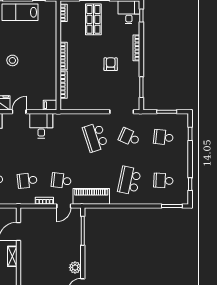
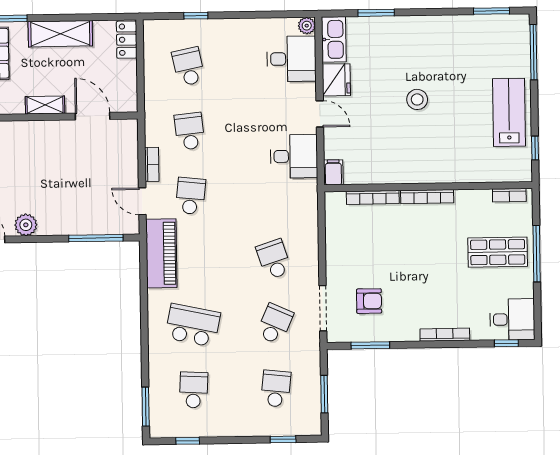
armchair: (111, 64) -> (369, 301), moved
school desk: (95, 137) -> (274, 259), width x0.54

